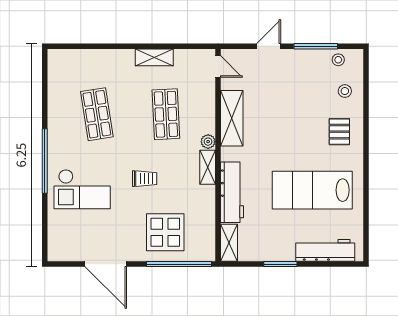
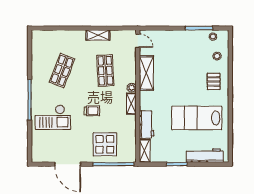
door: (269, 46) -> (169, 28), removed
shop shelf: (97, 114) -> (62, 71), turned 30
workbench: (232, 192) -> (147, 124), width x0.73

